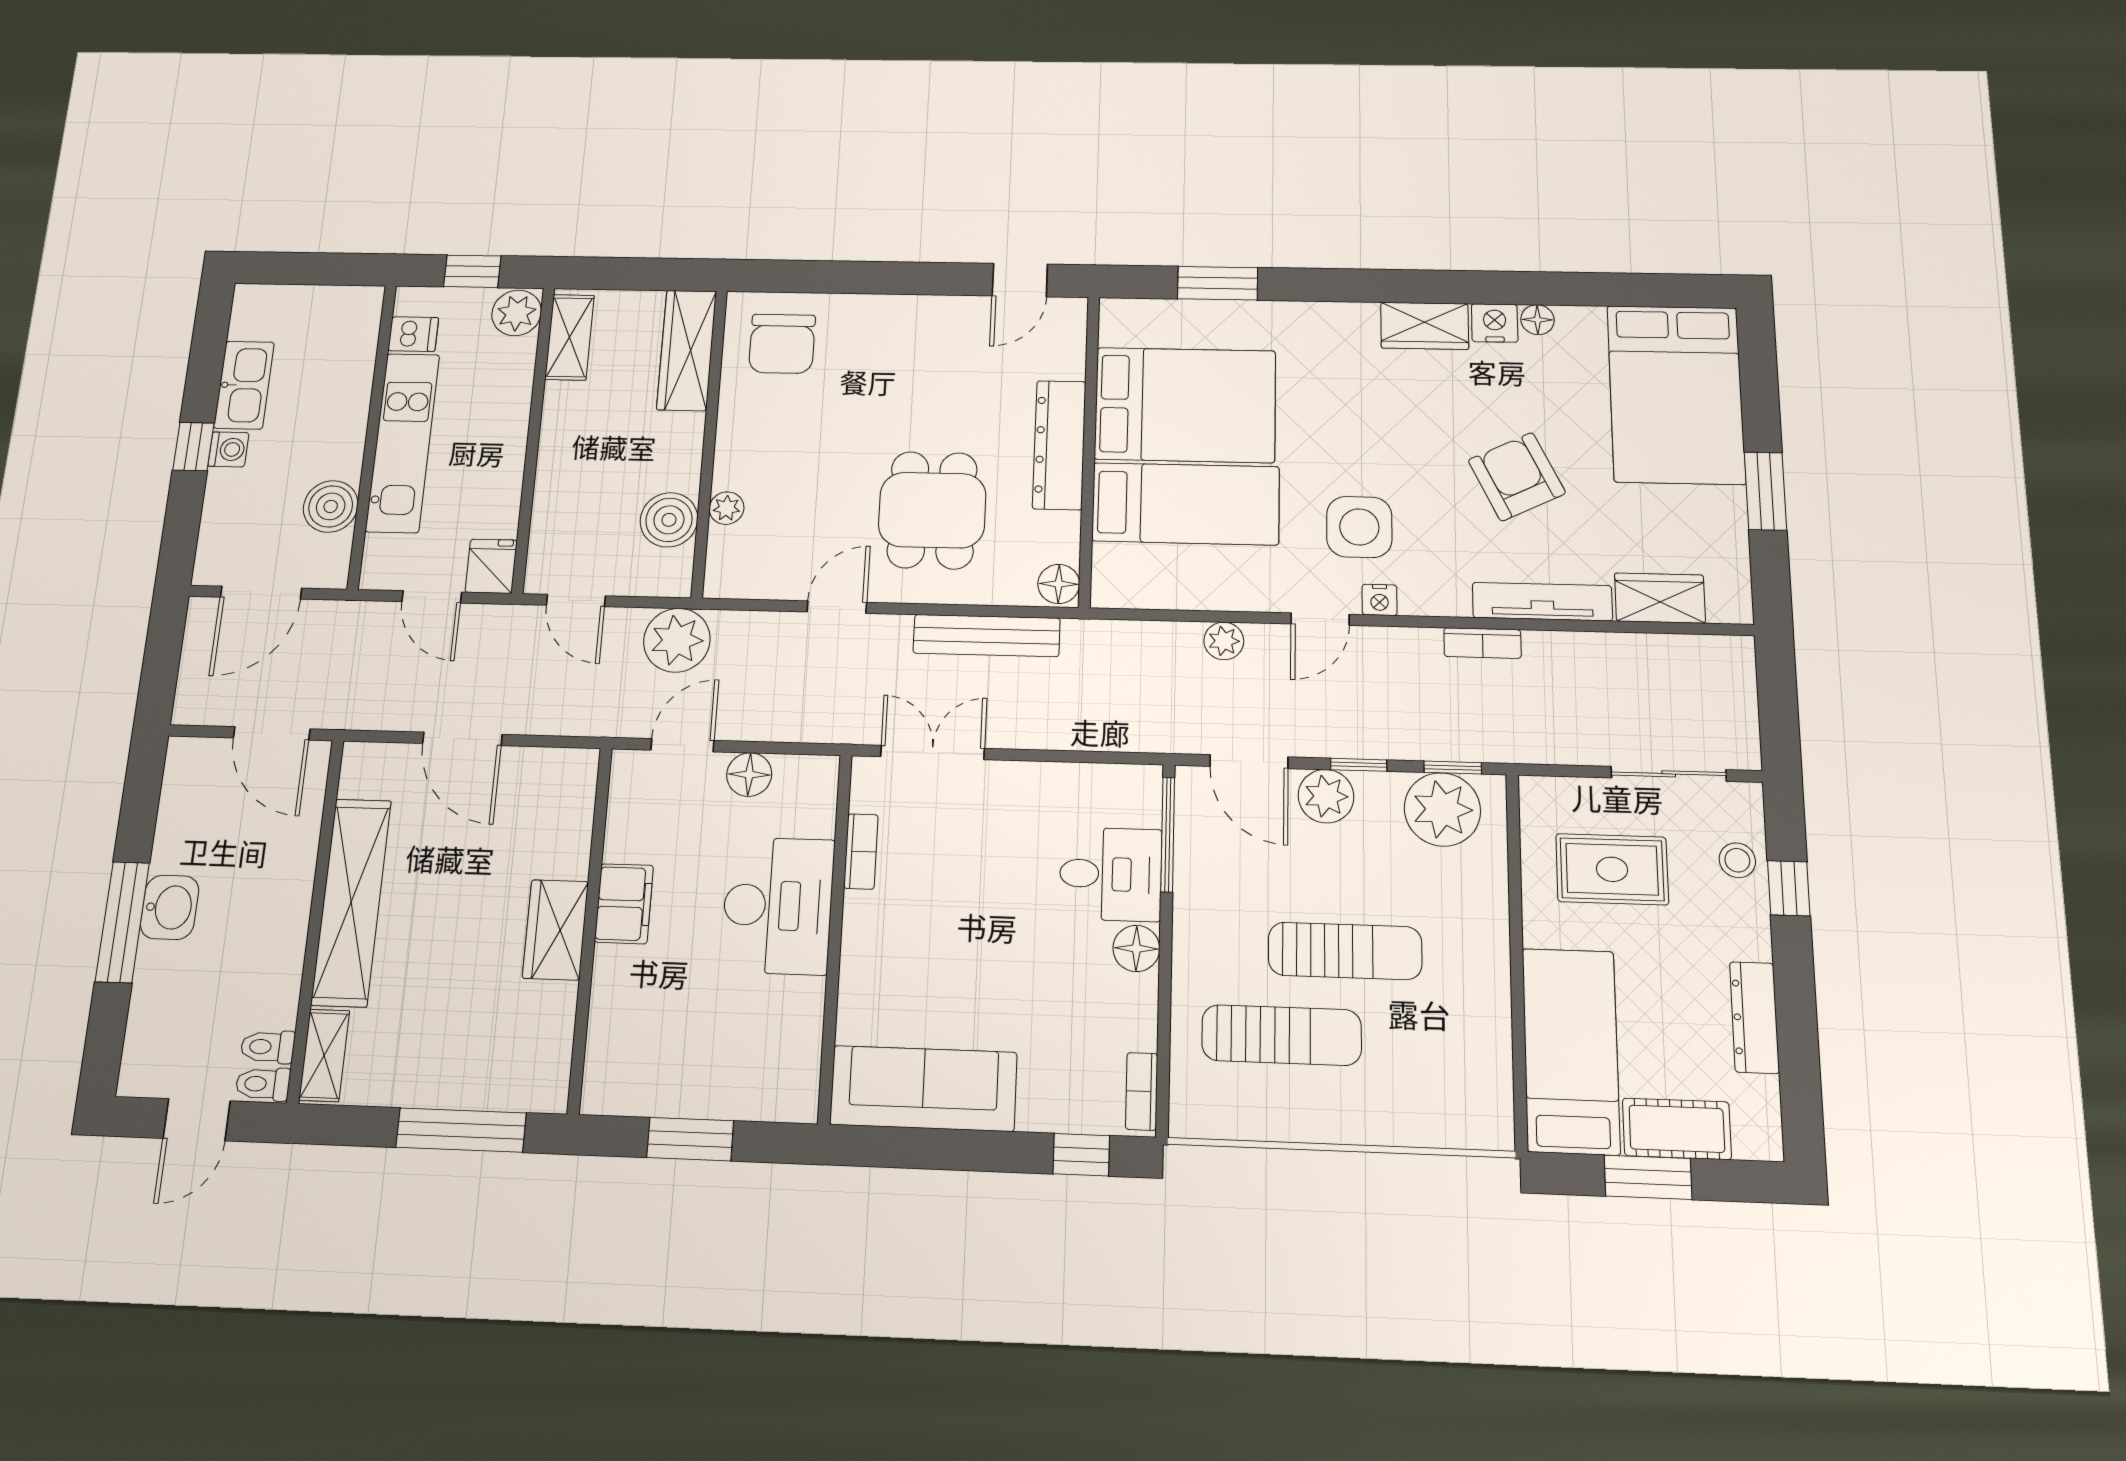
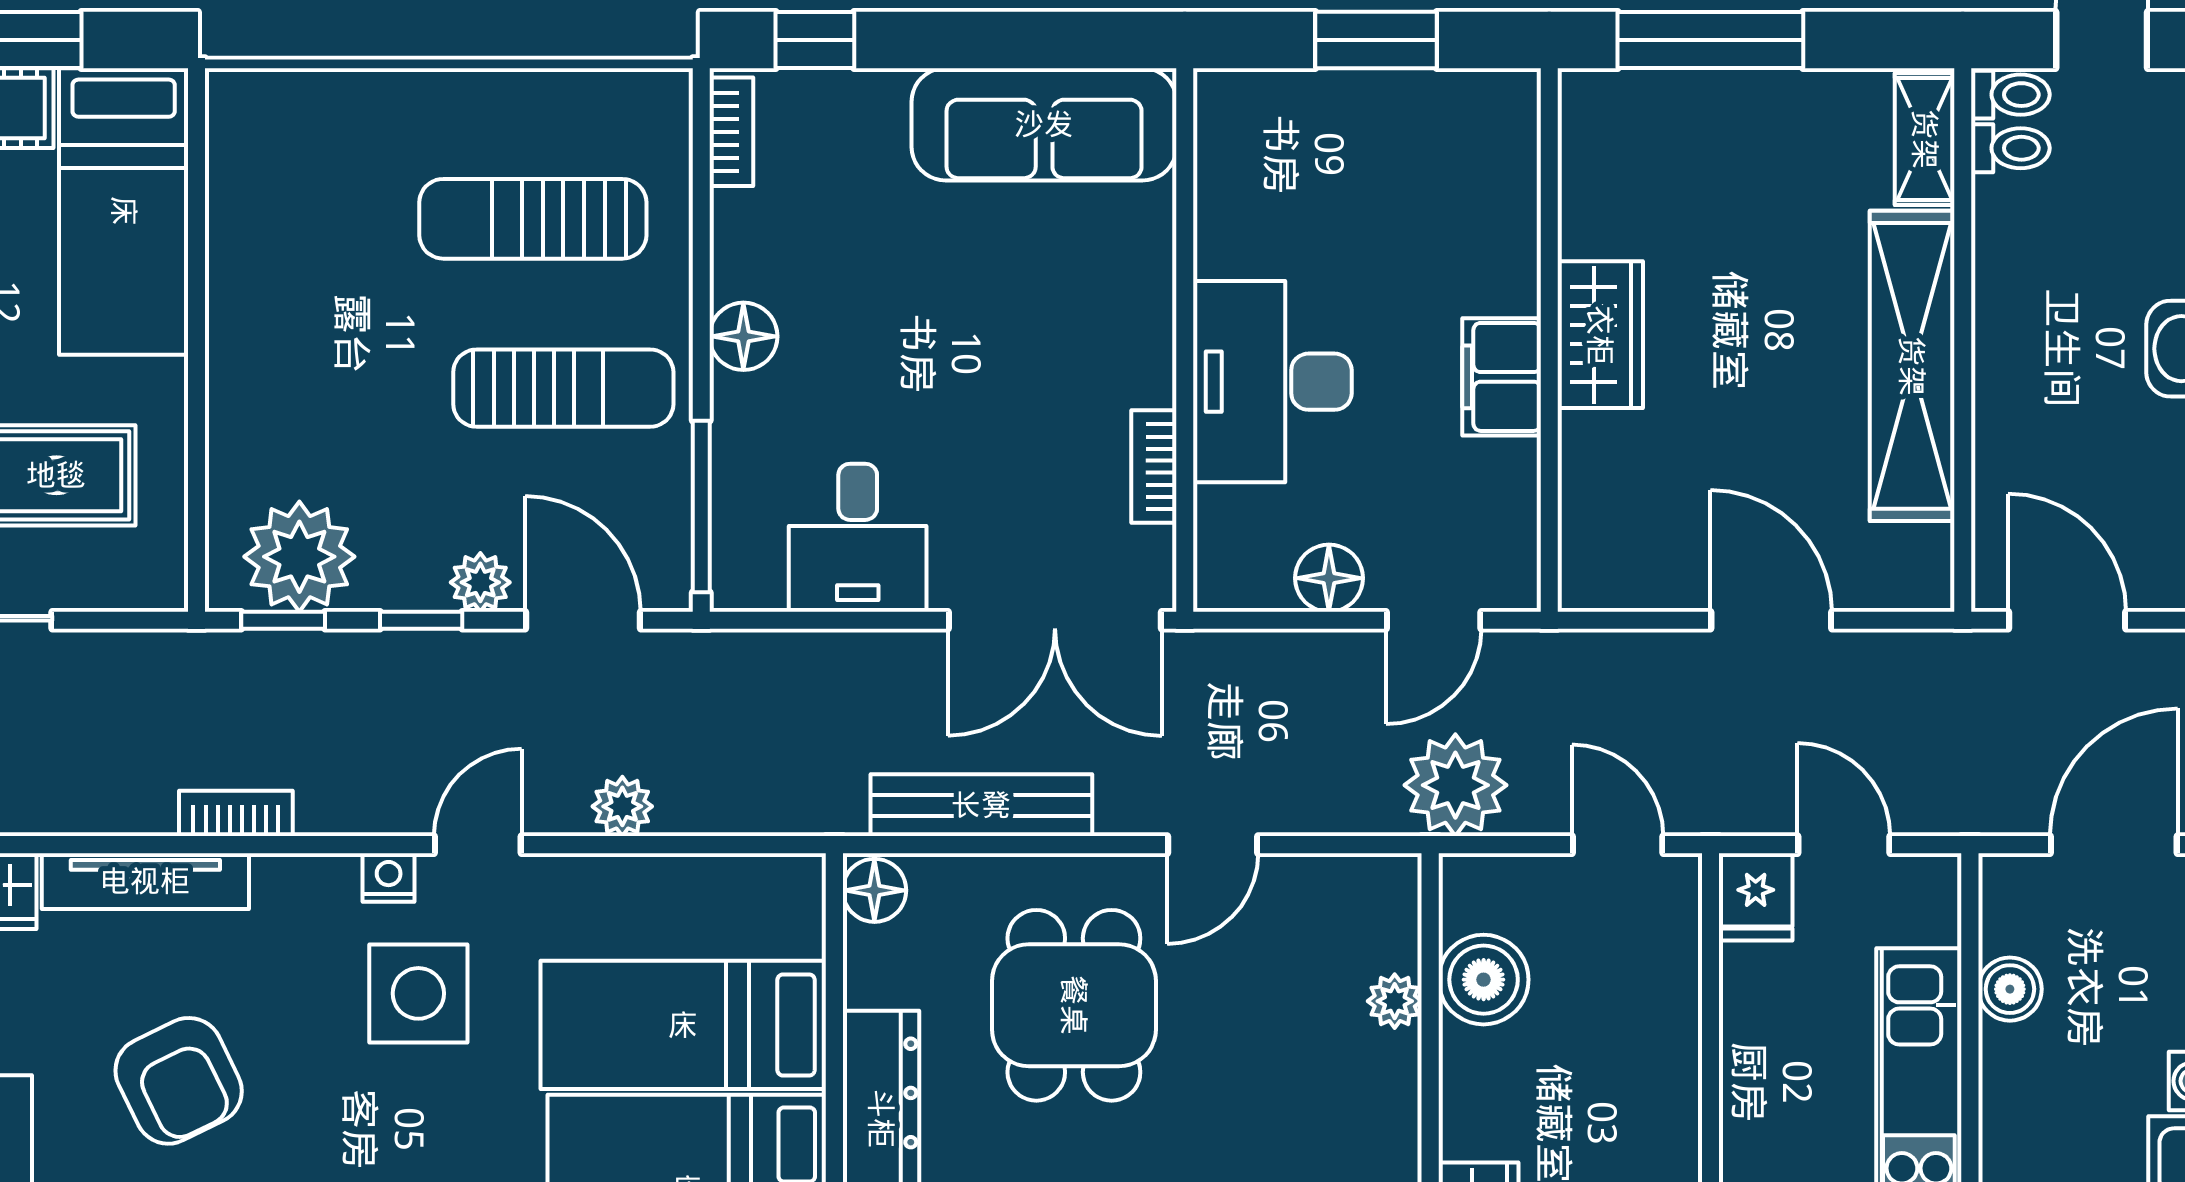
boiler: (331, 506) -> (2010, 989), width x0.73, depth x0.73
double door: (933, 752) -> (1055, 620), width x1.37
plant: (1326, 796) -> (480, 582), width x0.73, depth x0.73
desk: (1111, 874) -> (858, 538), moved, turned -90
sun lounger: (1345, 951) -> (563, 388), moved, turned 180

